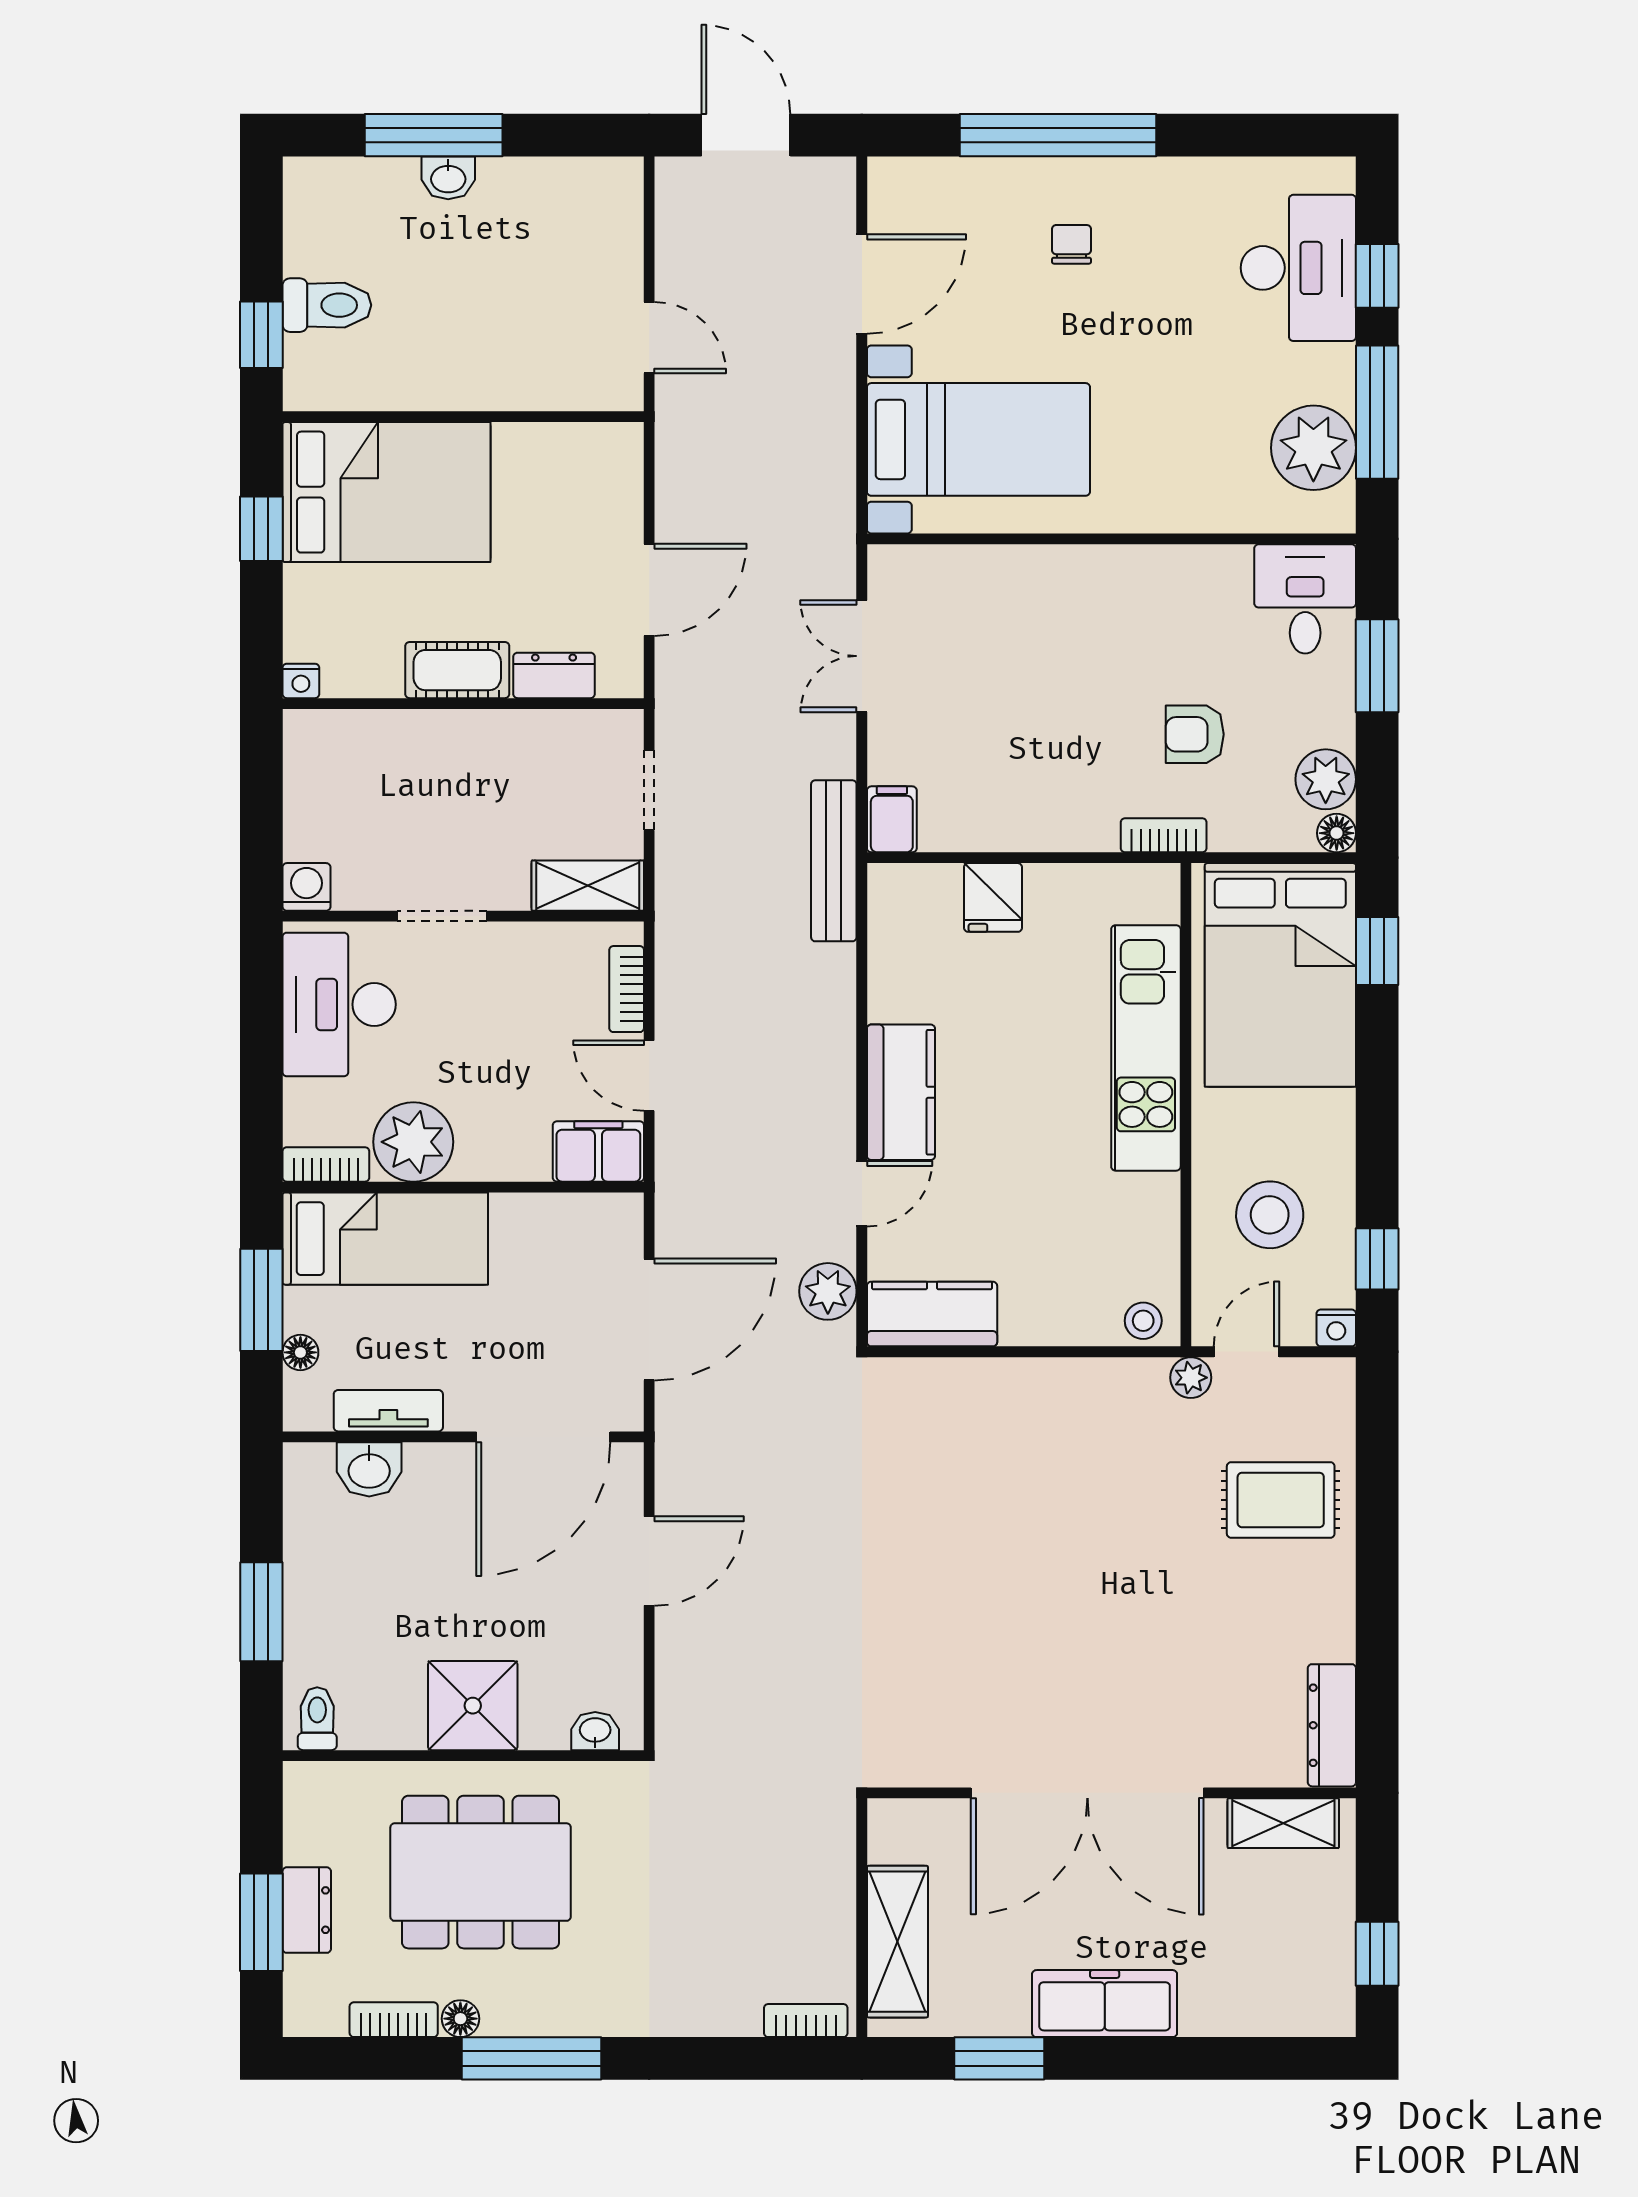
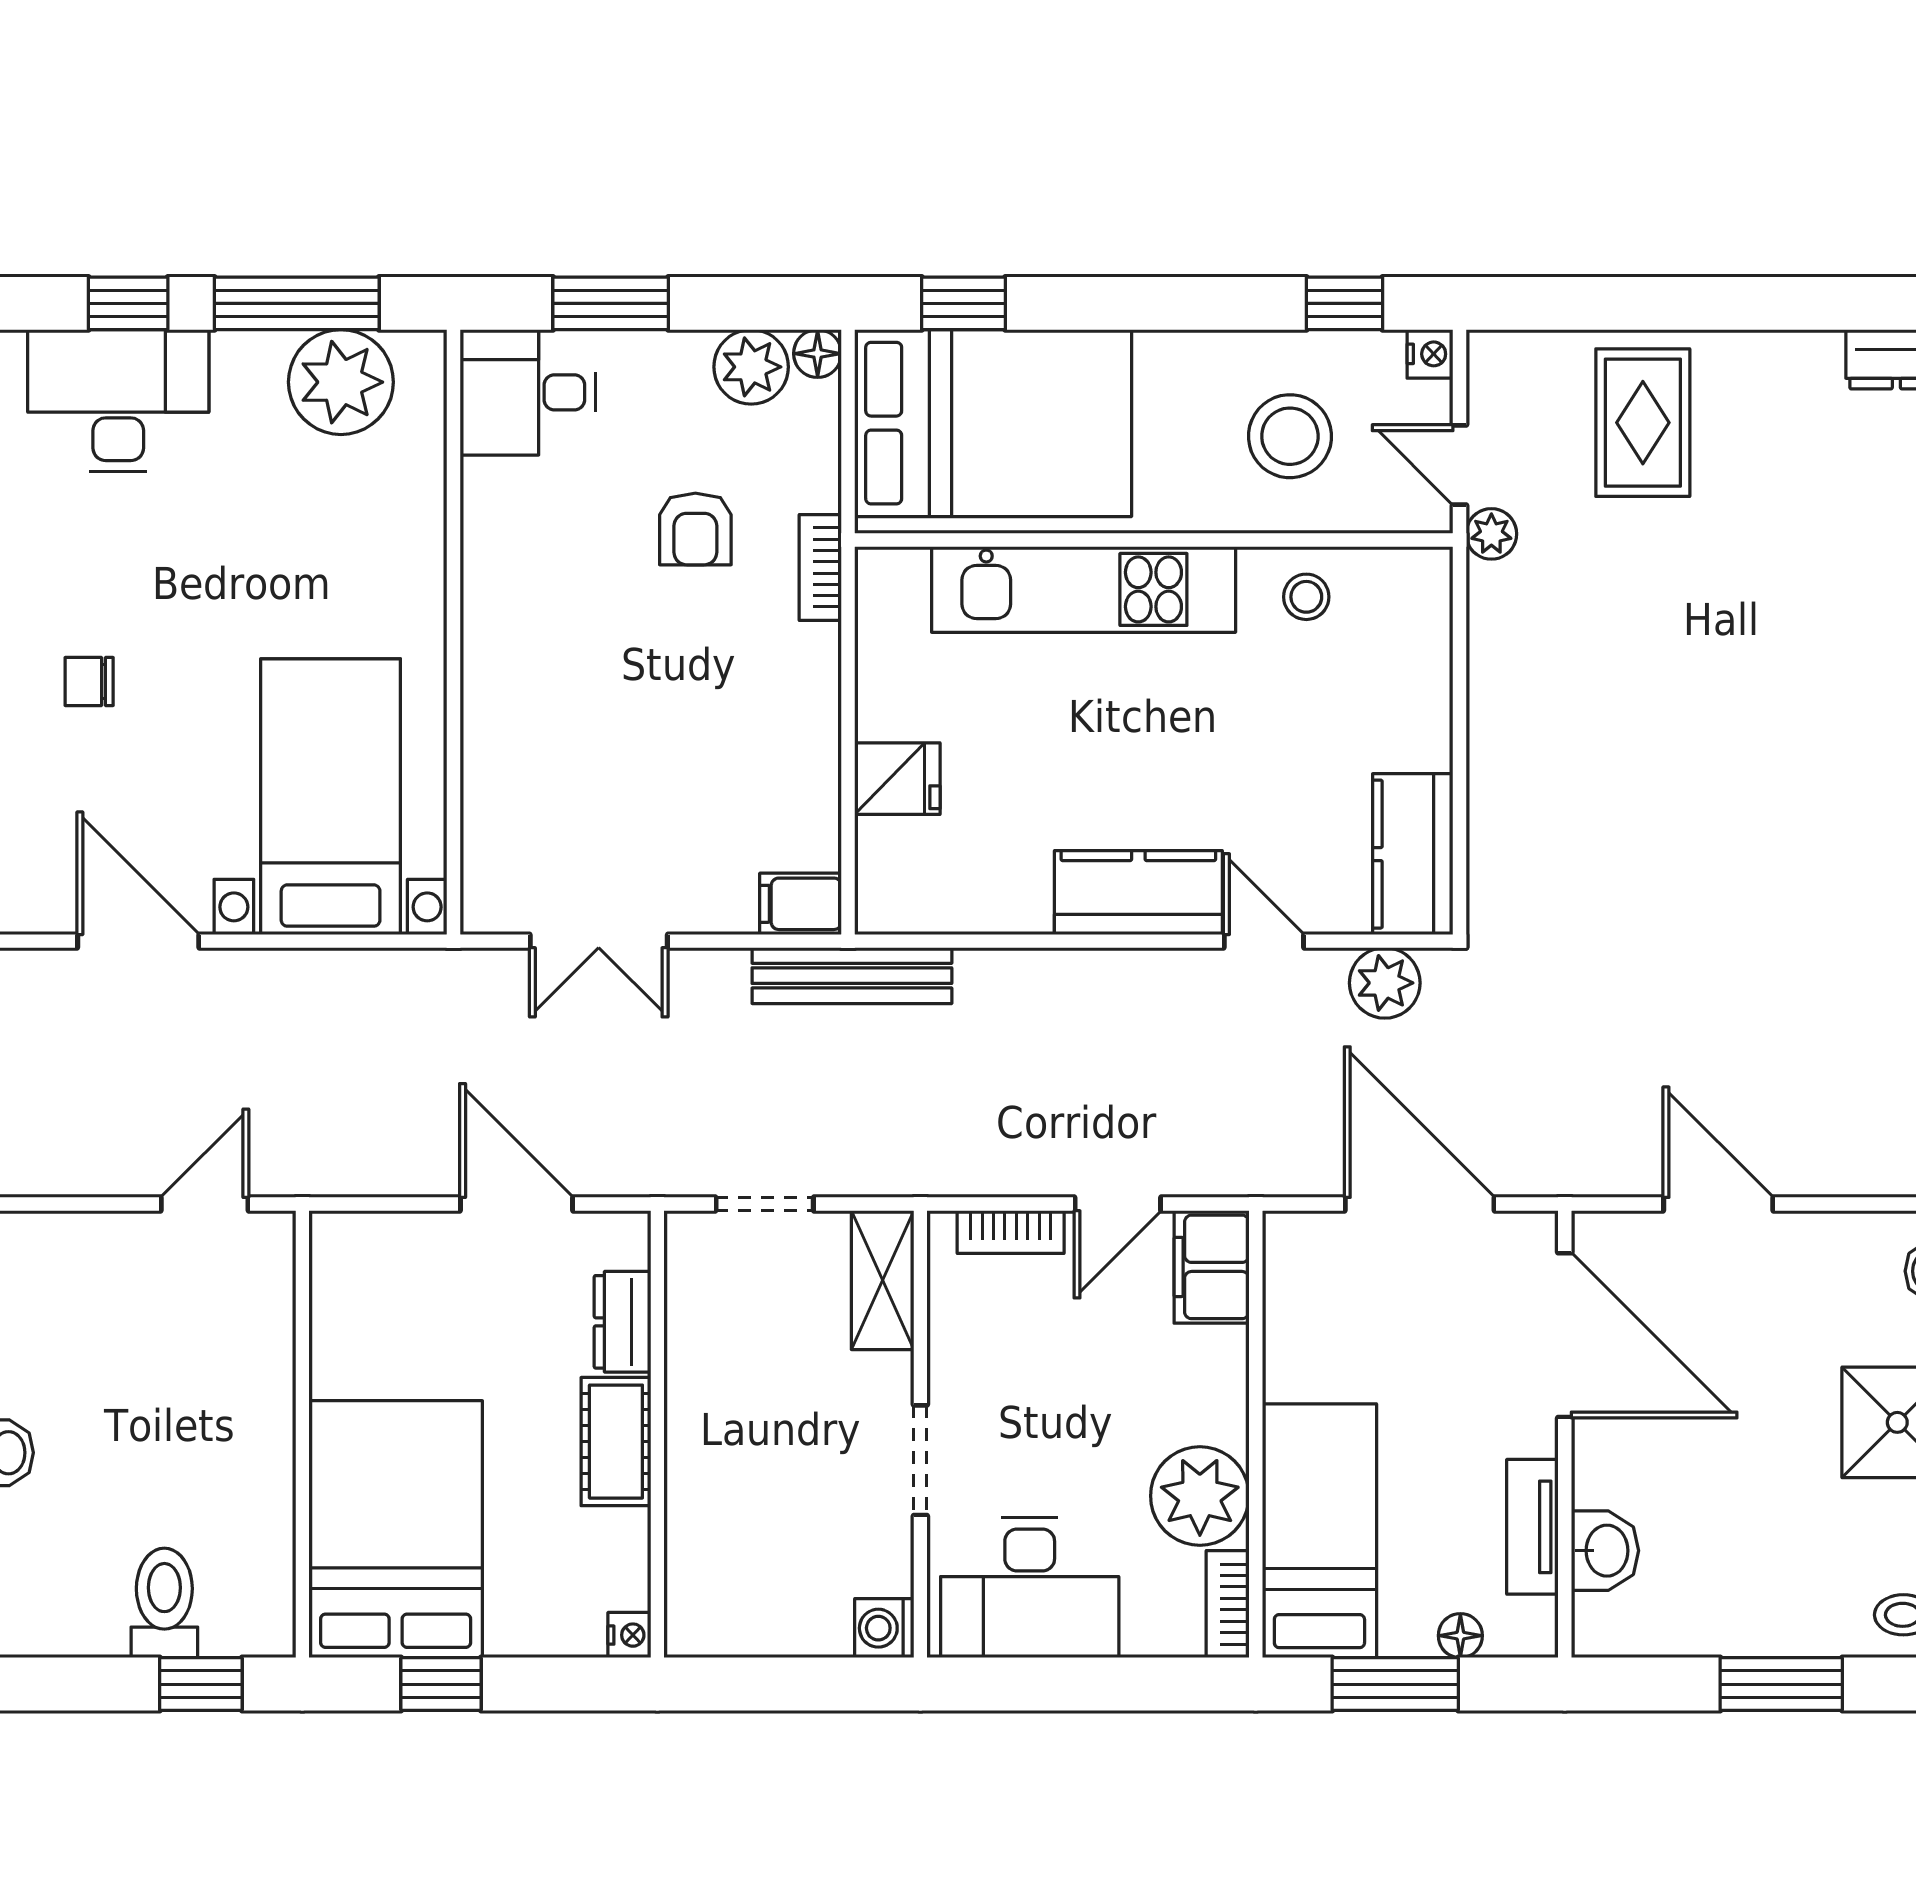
stool: (1143, 1321) -> (1306, 597), moved

